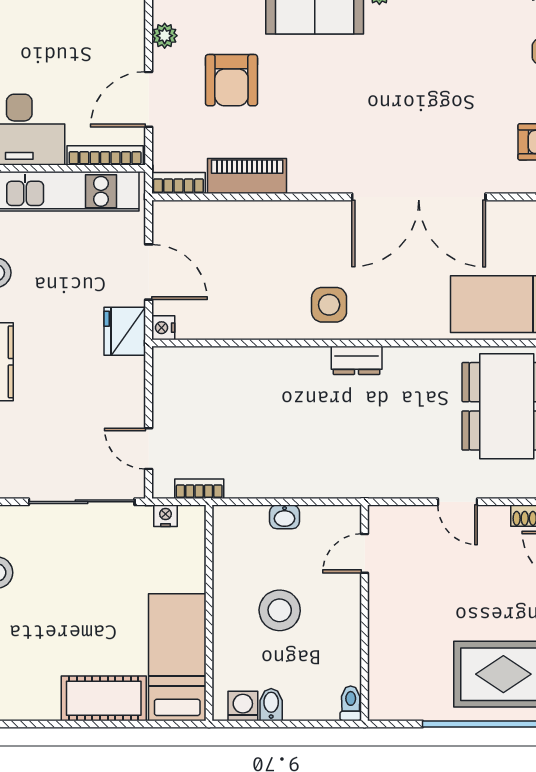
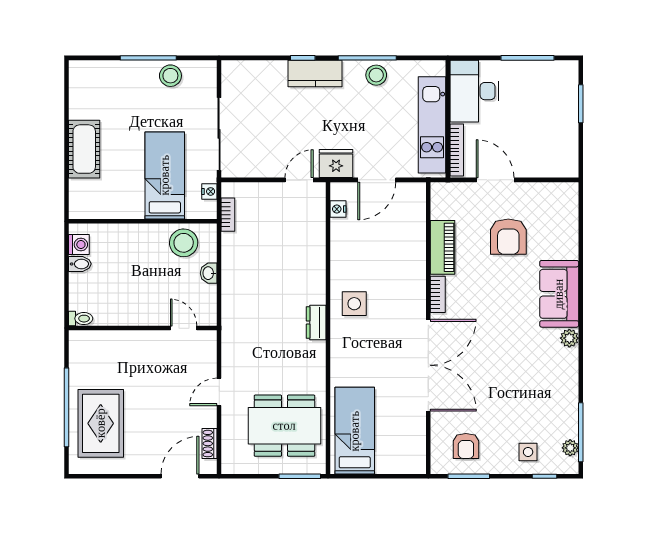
plant: (165, 36) -> (539, 191), removed
armchair: (231, 80) -> (508, 237), turned -90
bookcase: (178, 183) -> (438, 294), moved
double door: (419, 197) -> (428, 365), swing flipped
nightstand: (163, 328) -> (338, 209), moved, turned -90
door: (149, 449) -> (299, 180), moved
stool: (280, 610) -> (184, 243), moved
bed: (177, 657) -> (165, 175), moved, turned -90

